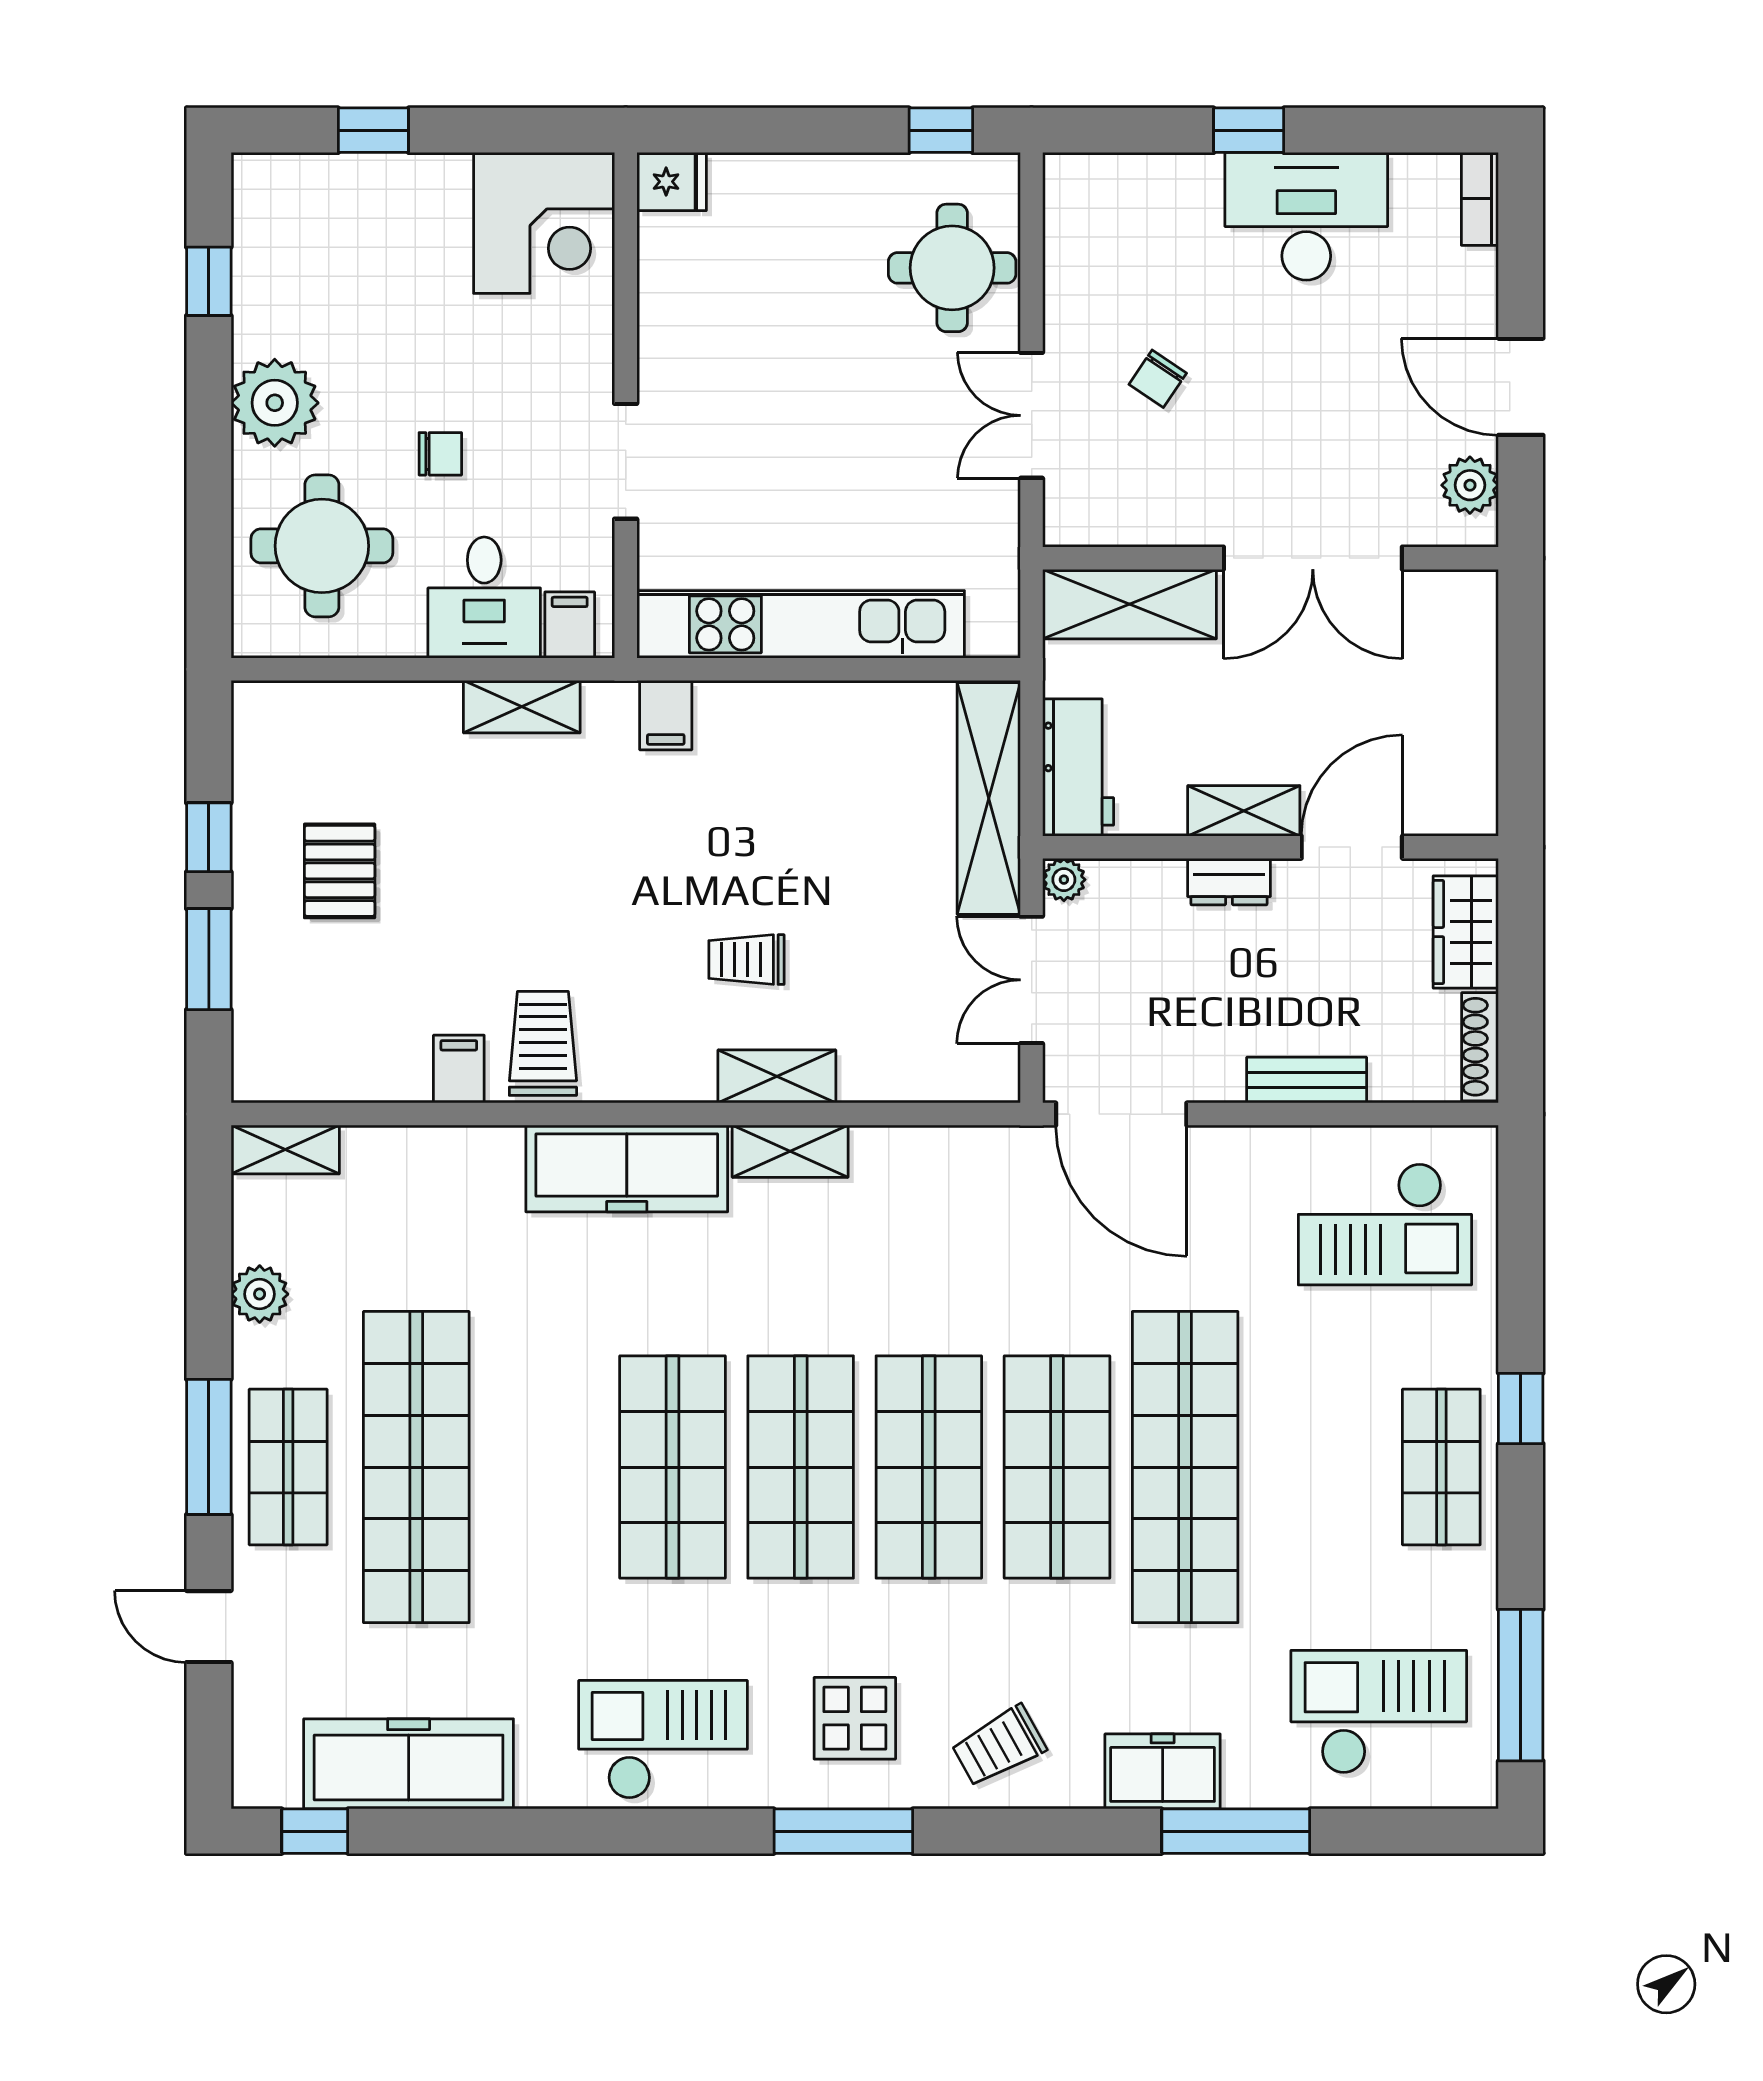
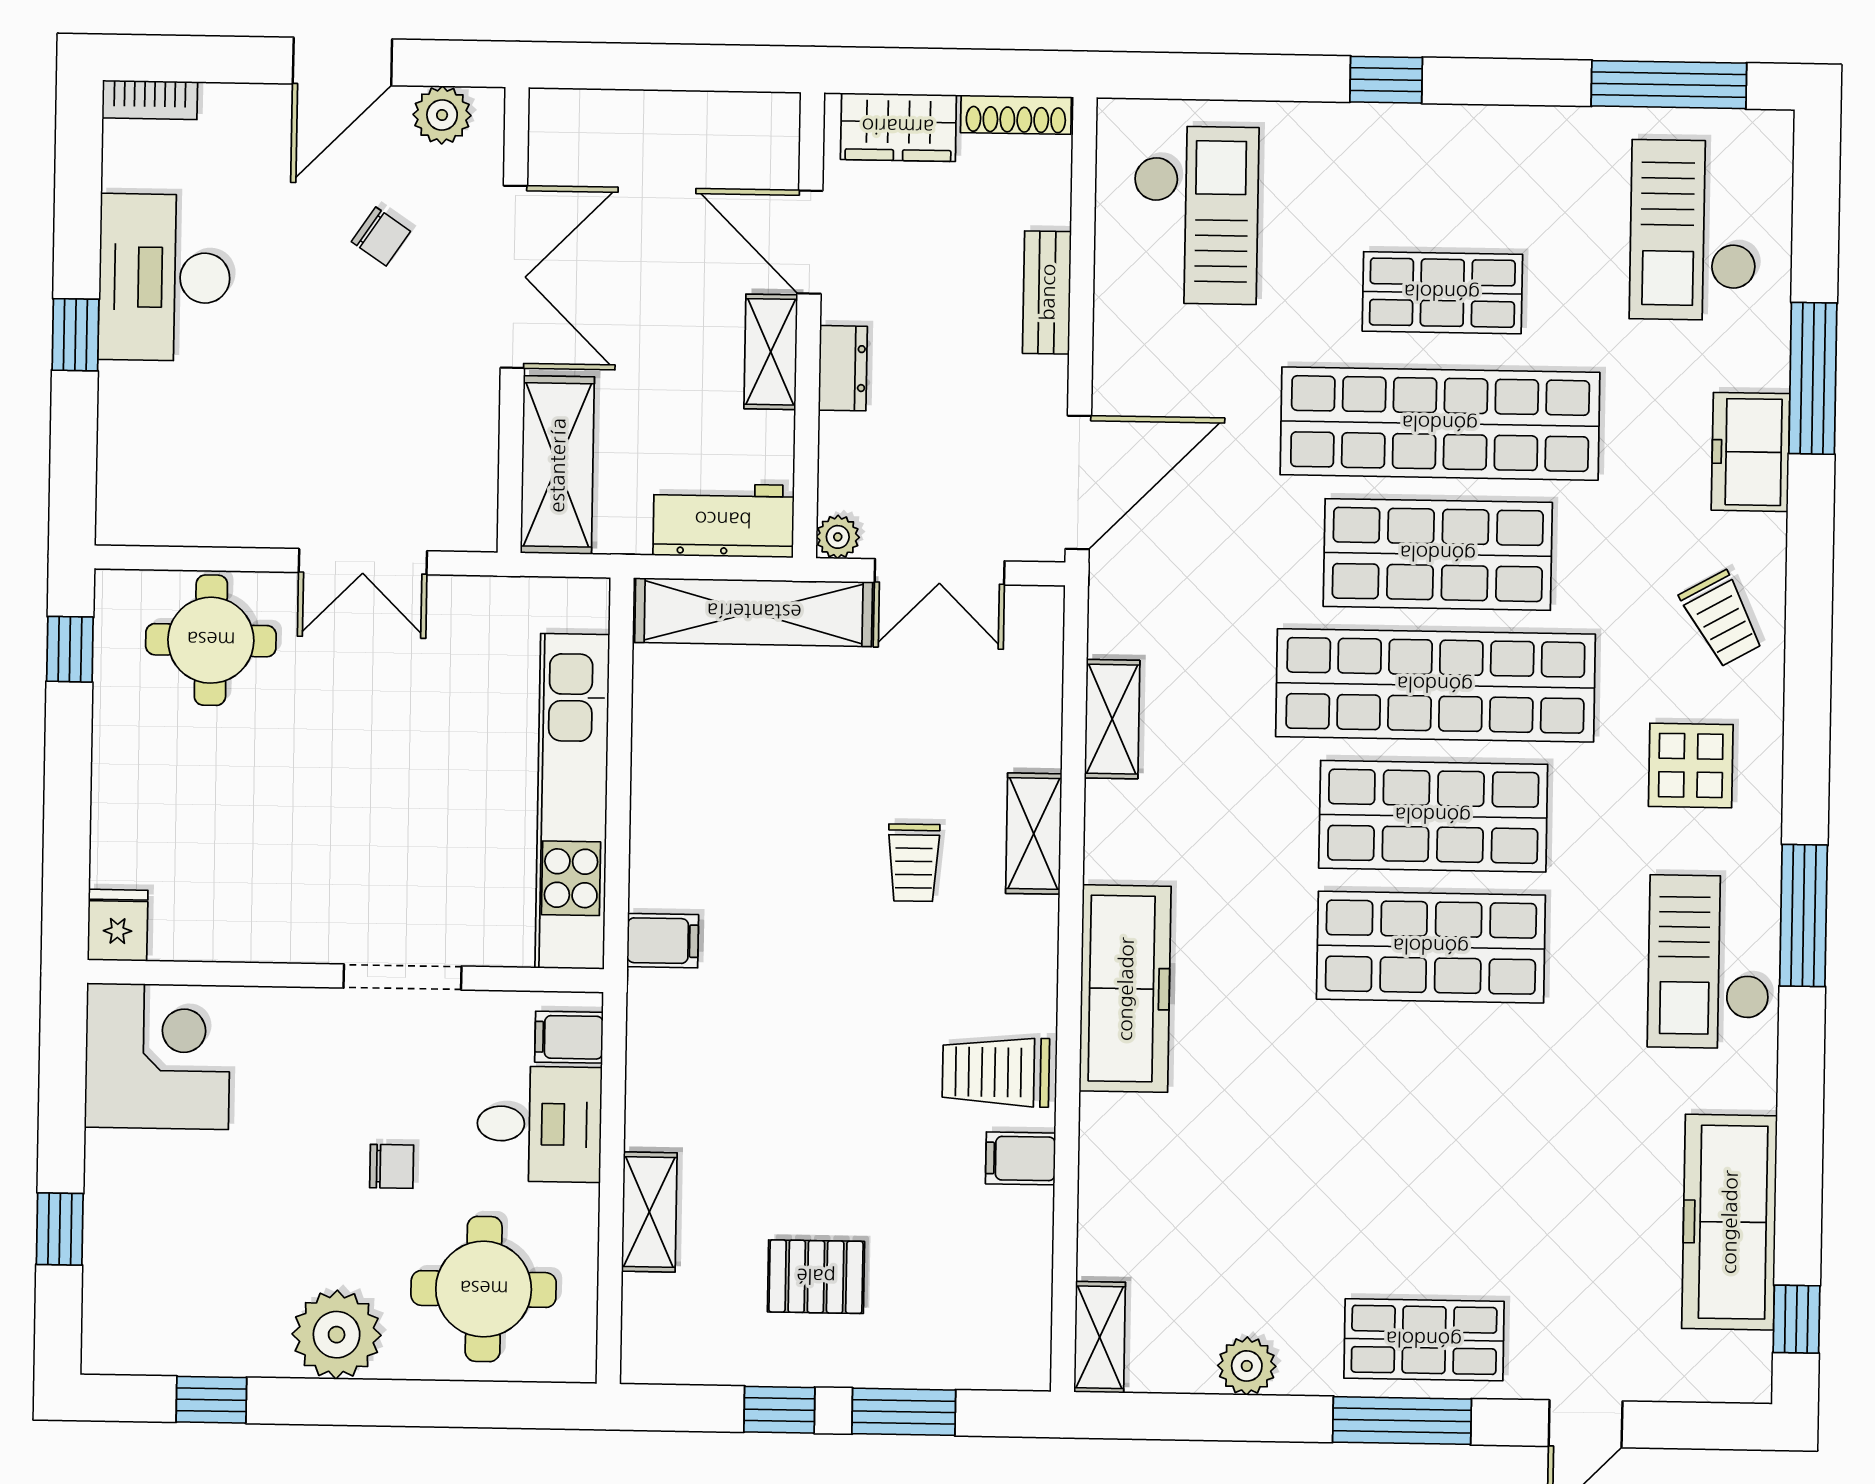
chair: (1158, 379) -> (381, 236), moved
chair: (440, 454) -> (392, 1166), turned 90
shelving: (522, 707) -> (649, 1212), moved
shelving: (790, 1151) -> (1112, 719), moved
shop shelf: (416, 1467) -> (1426, 1209), removed
shop shelf: (929, 1467) -> (1435, 685), width x1.40
shop shelf: (1441, 1467) -> (1442, 293), moved
window: (843, 1831) -> (1804, 916), moved

